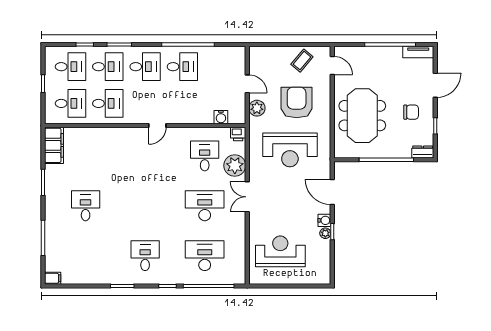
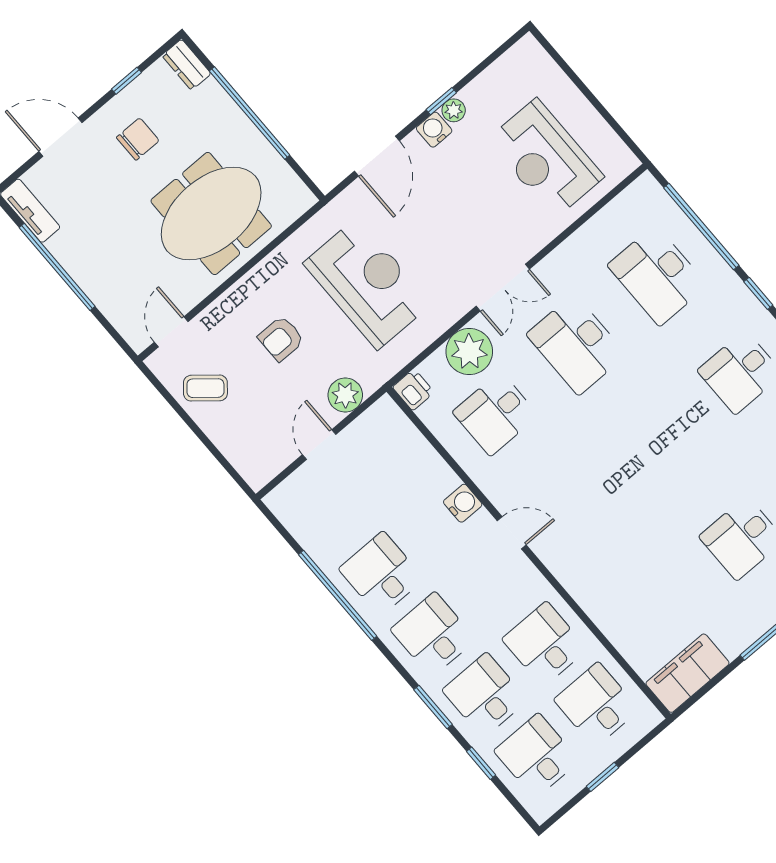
armchair: (297, 102) -> (281, 339), width x0.53, depth x0.53
chair: (411, 112) -> (138, 139), turned 90
water cooler: (221, 117) -> (463, 503), moved

